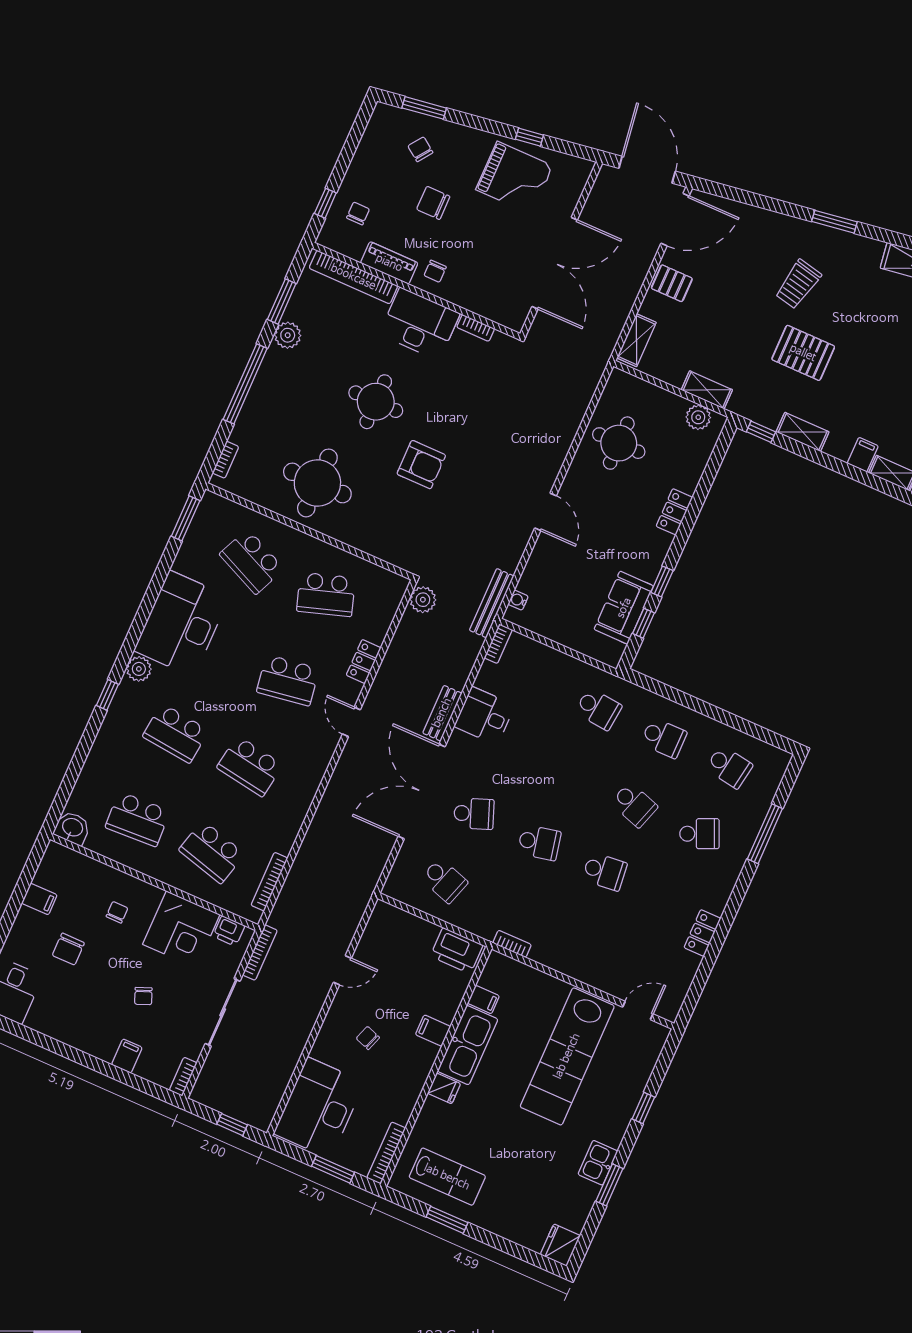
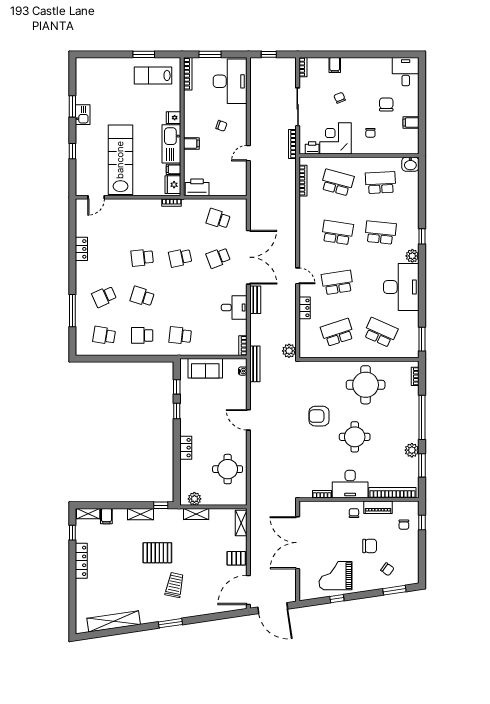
sofa: (624, 608) -> (205, 368), moved, turned 90
fridge: (560, 1245) -> (173, 185), moved, turned 180

